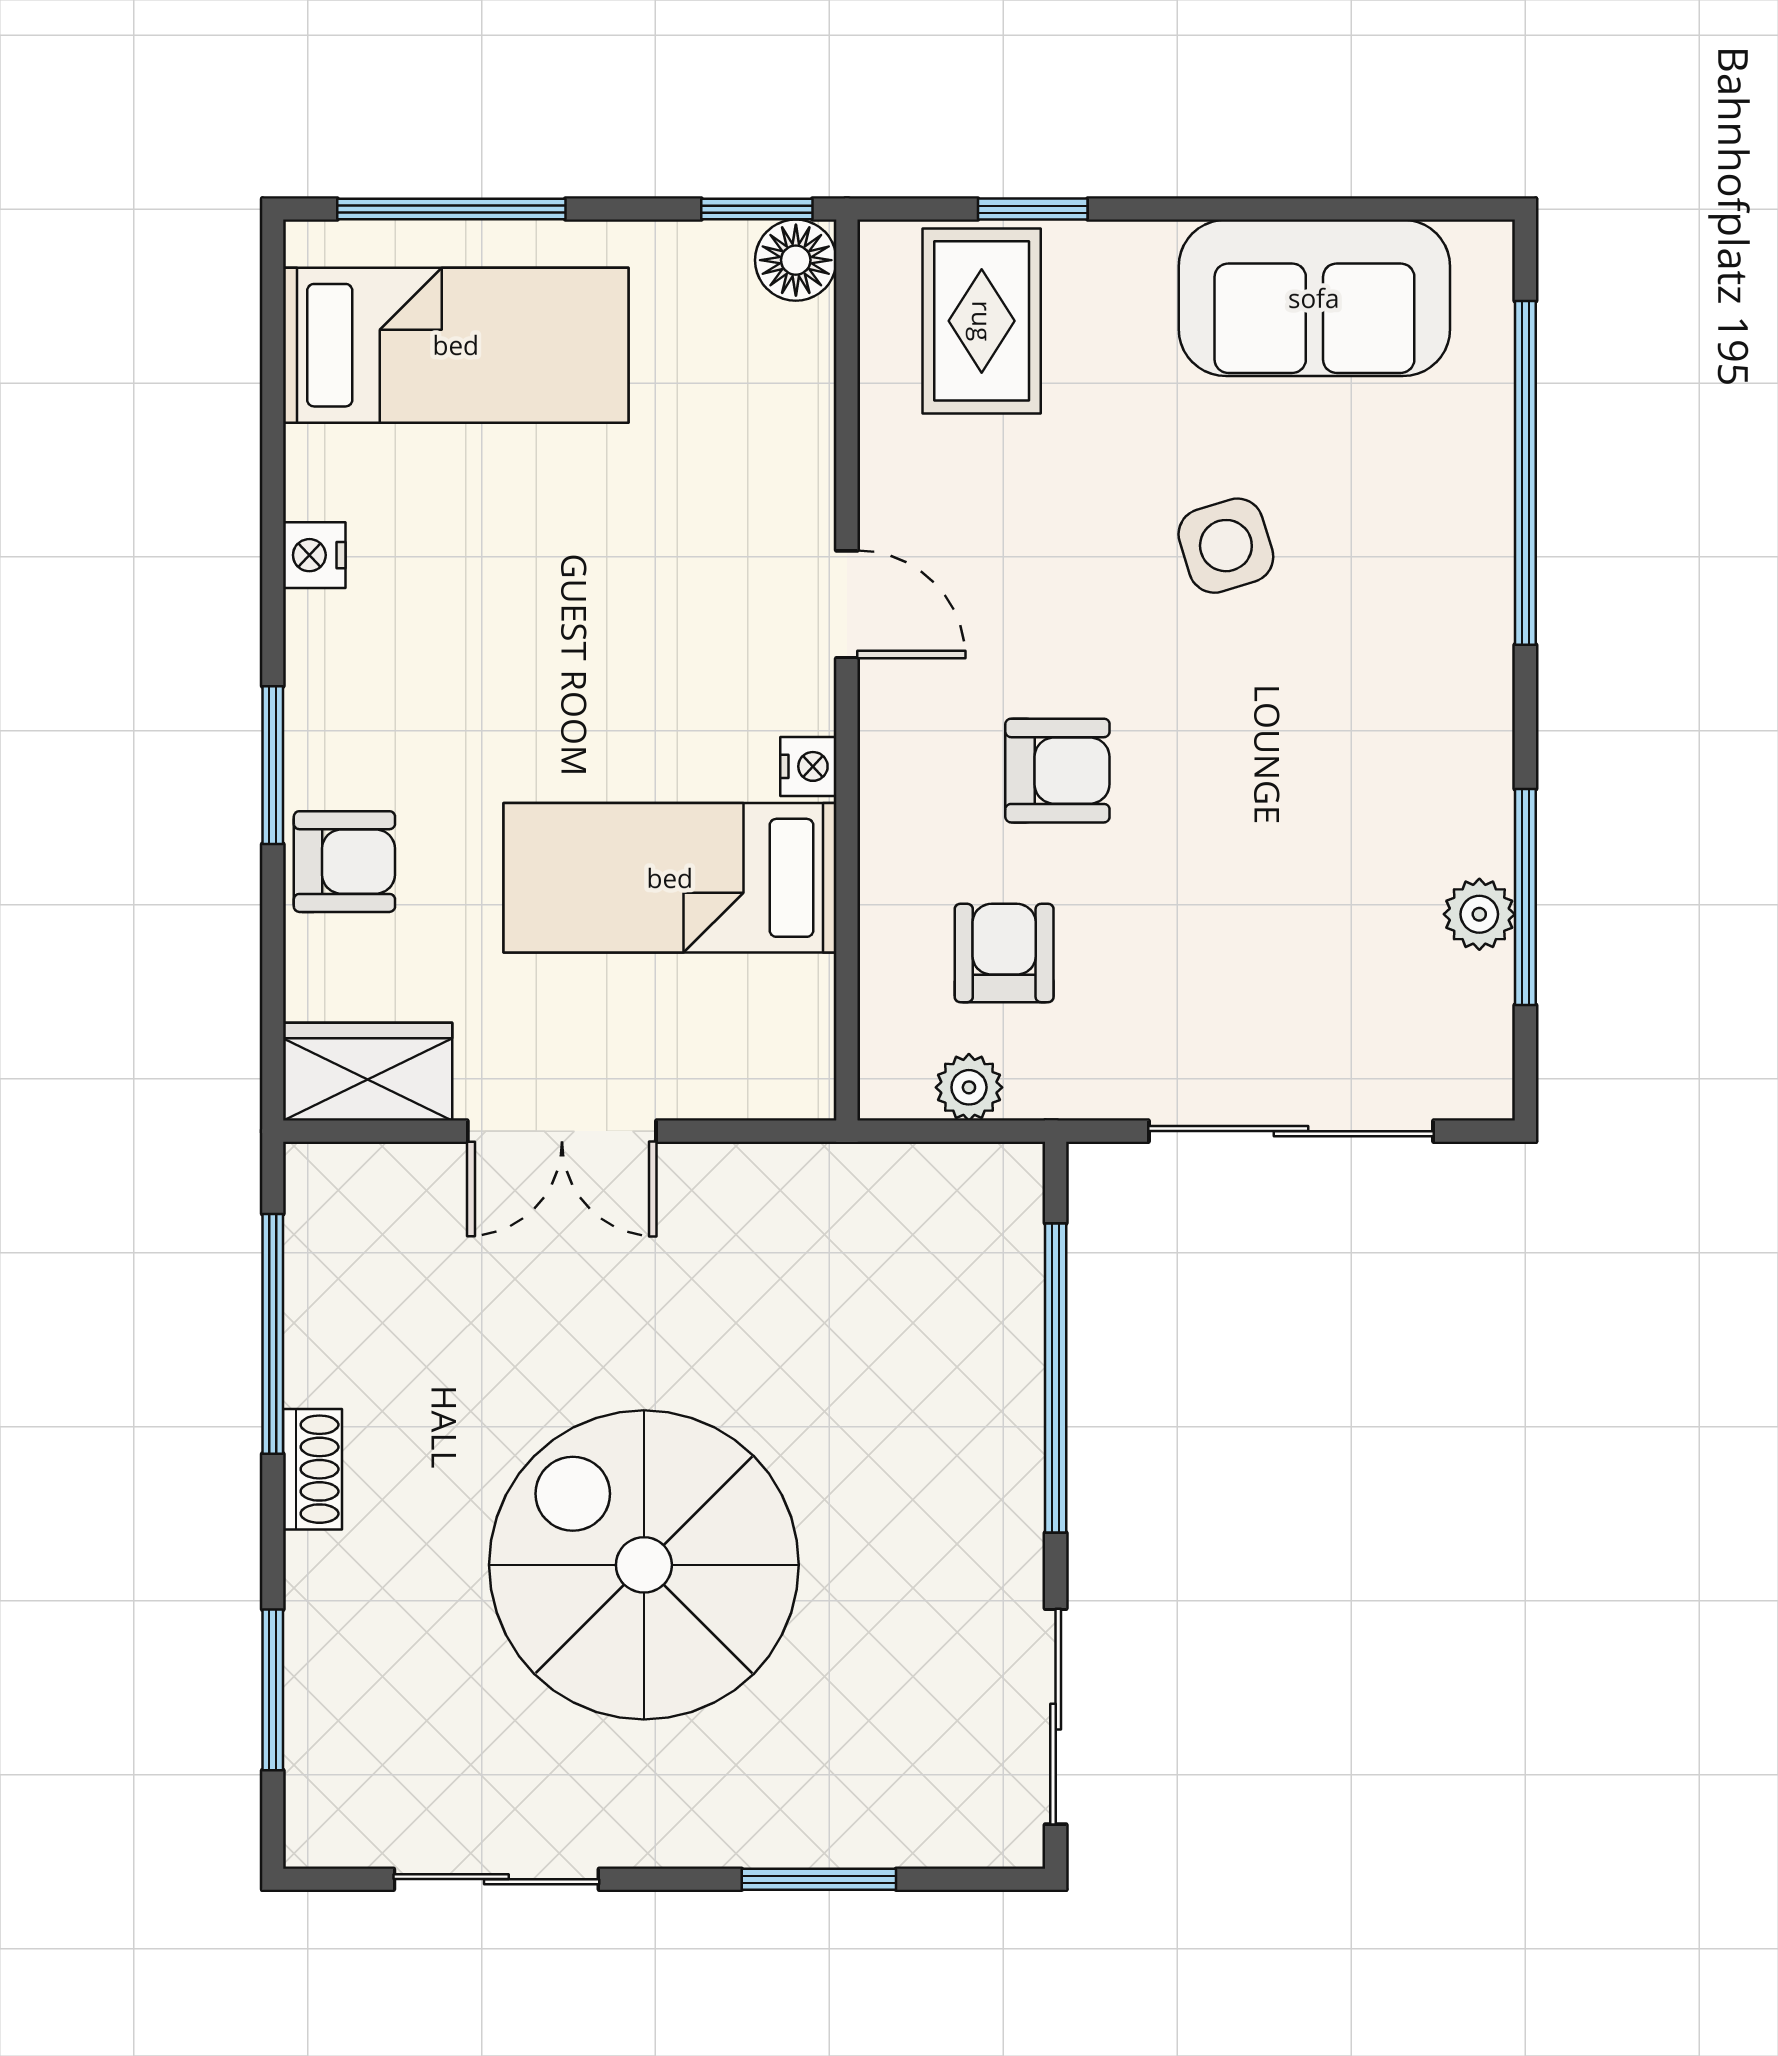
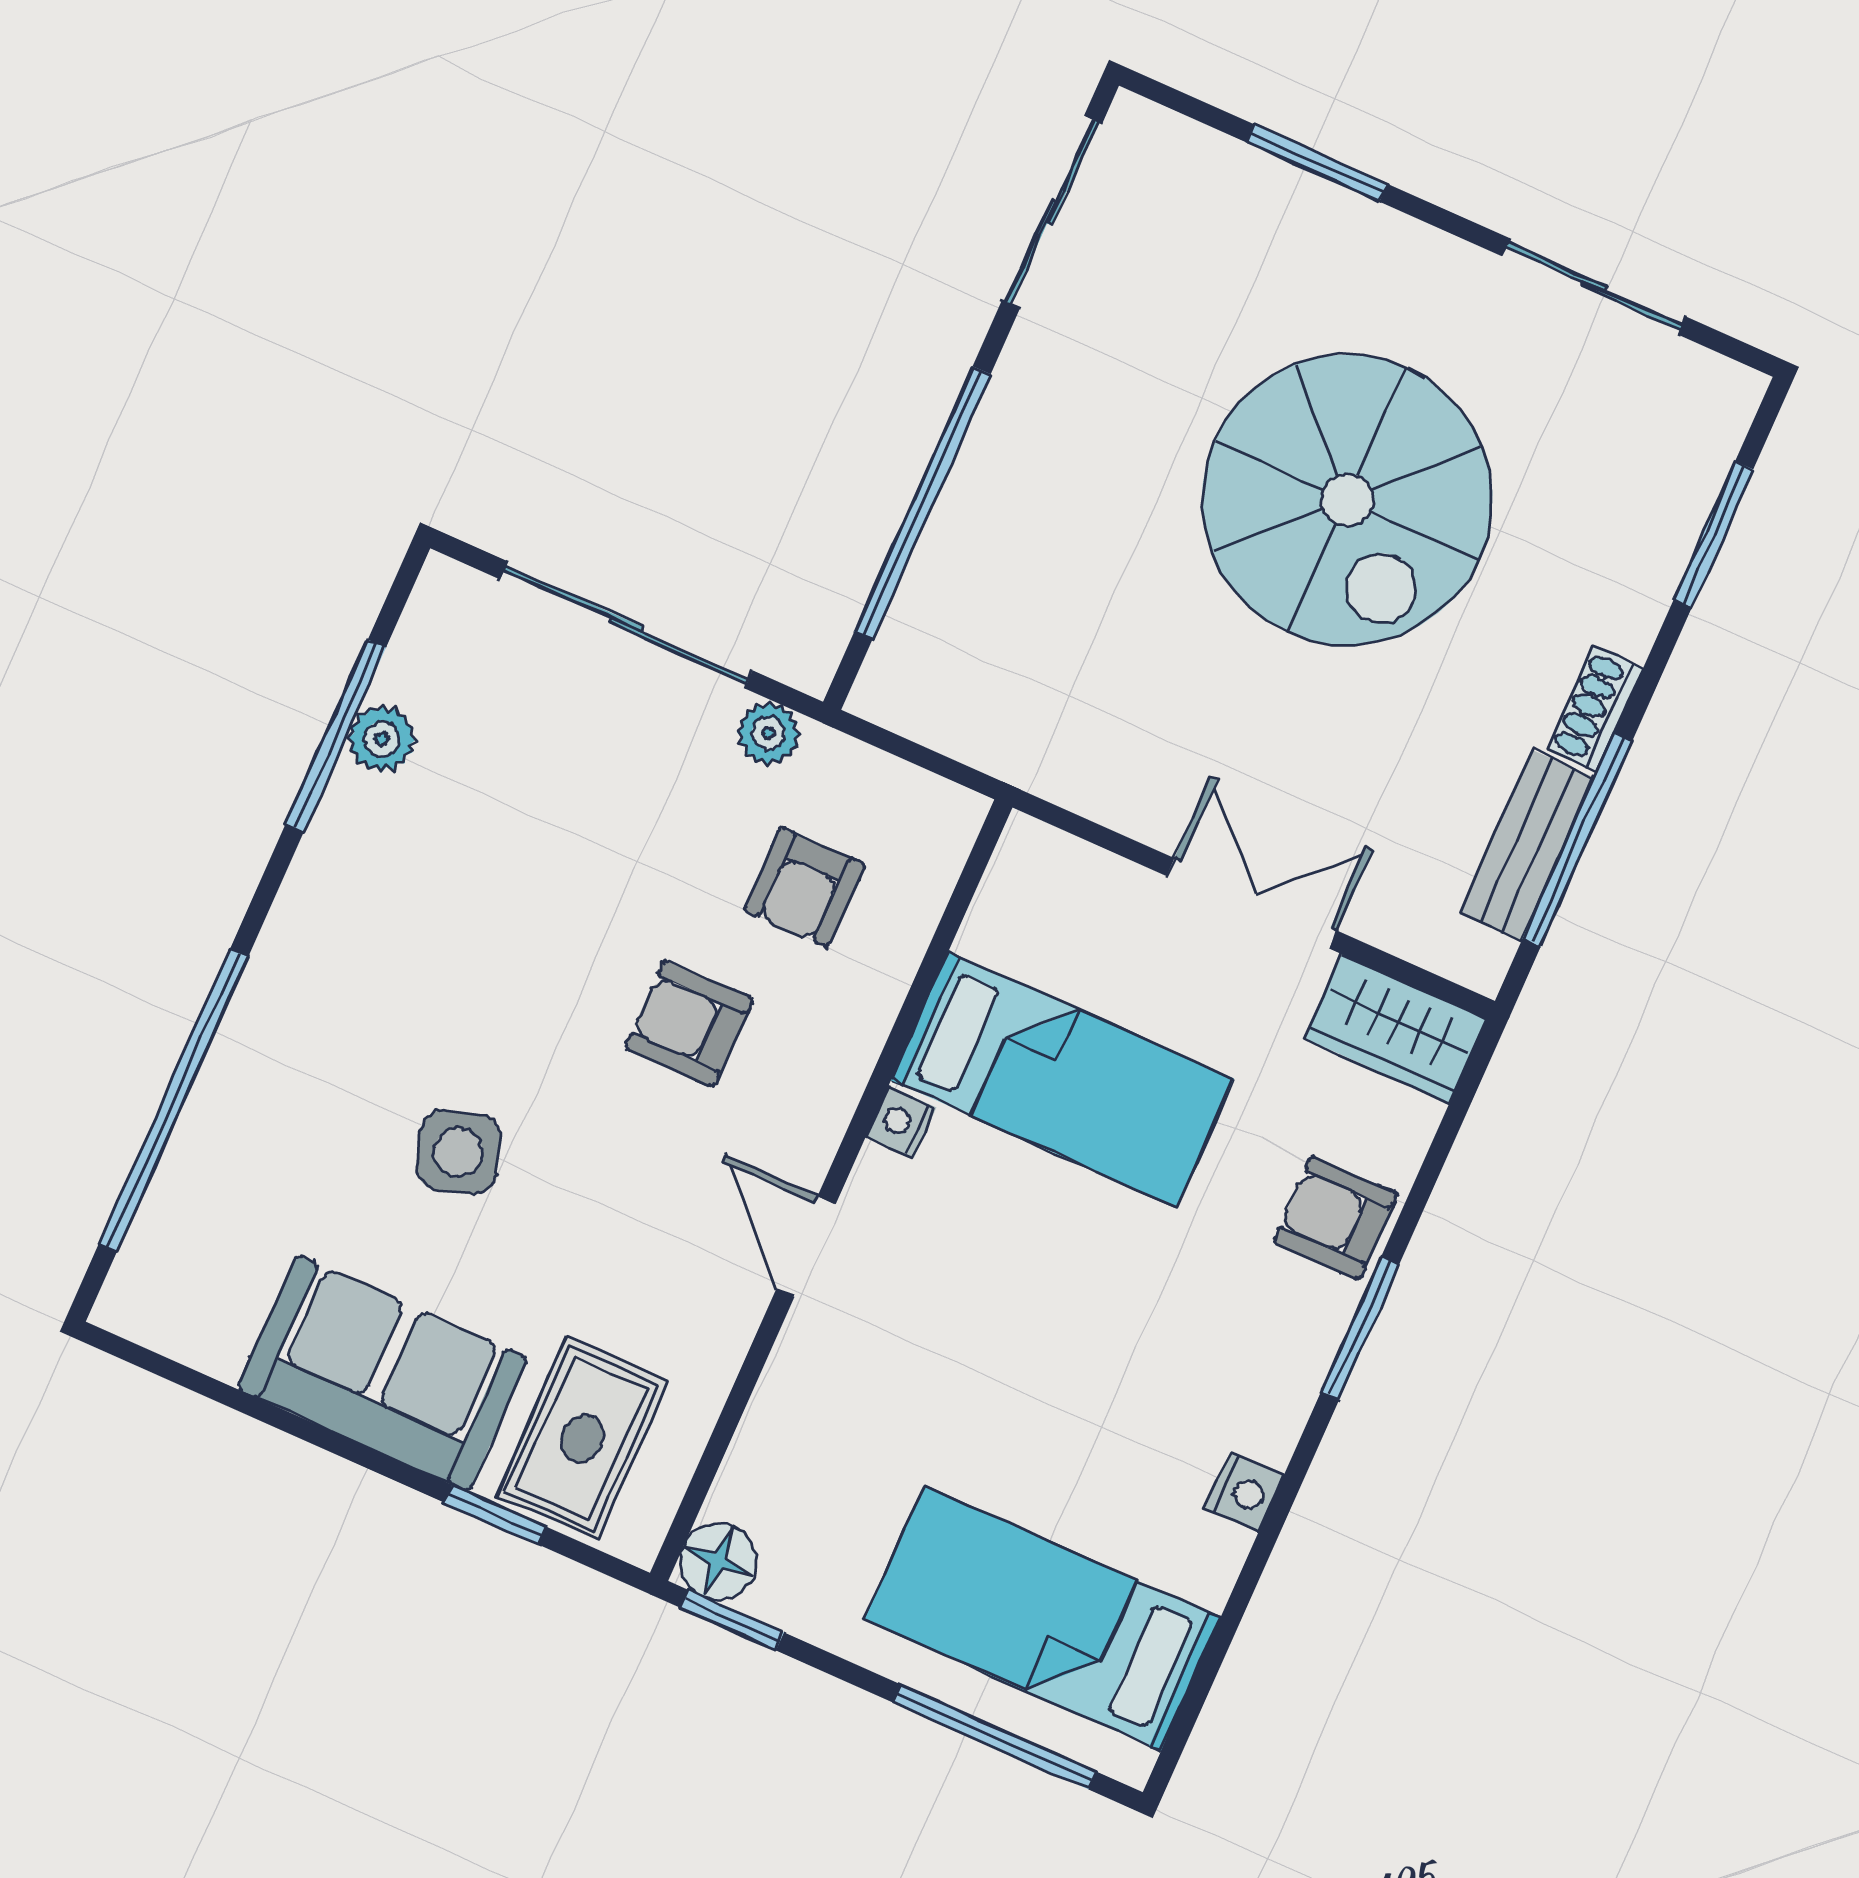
sofa: (1314, 298) -> (383, 1373), moved
plant: (969, 1087) -> (768, 733), moved
bench: (320, 1307) -> (1527, 845), added

